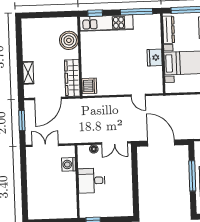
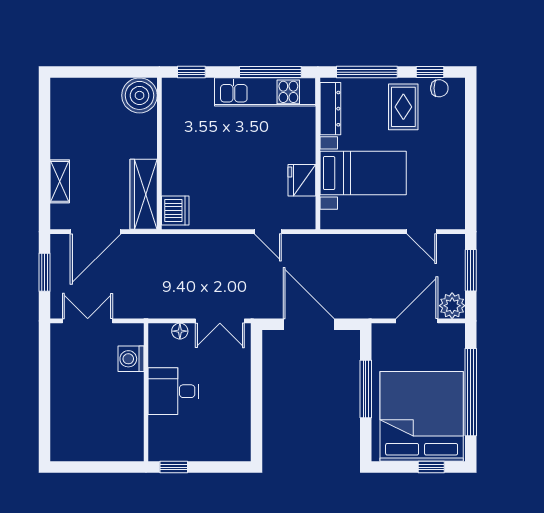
kitchen unit: (106, 23) -> (265, 92), moved
boiler: (69, 40) -> (140, 95), moved
fridge: (155, 58) -> (302, 180), moved

